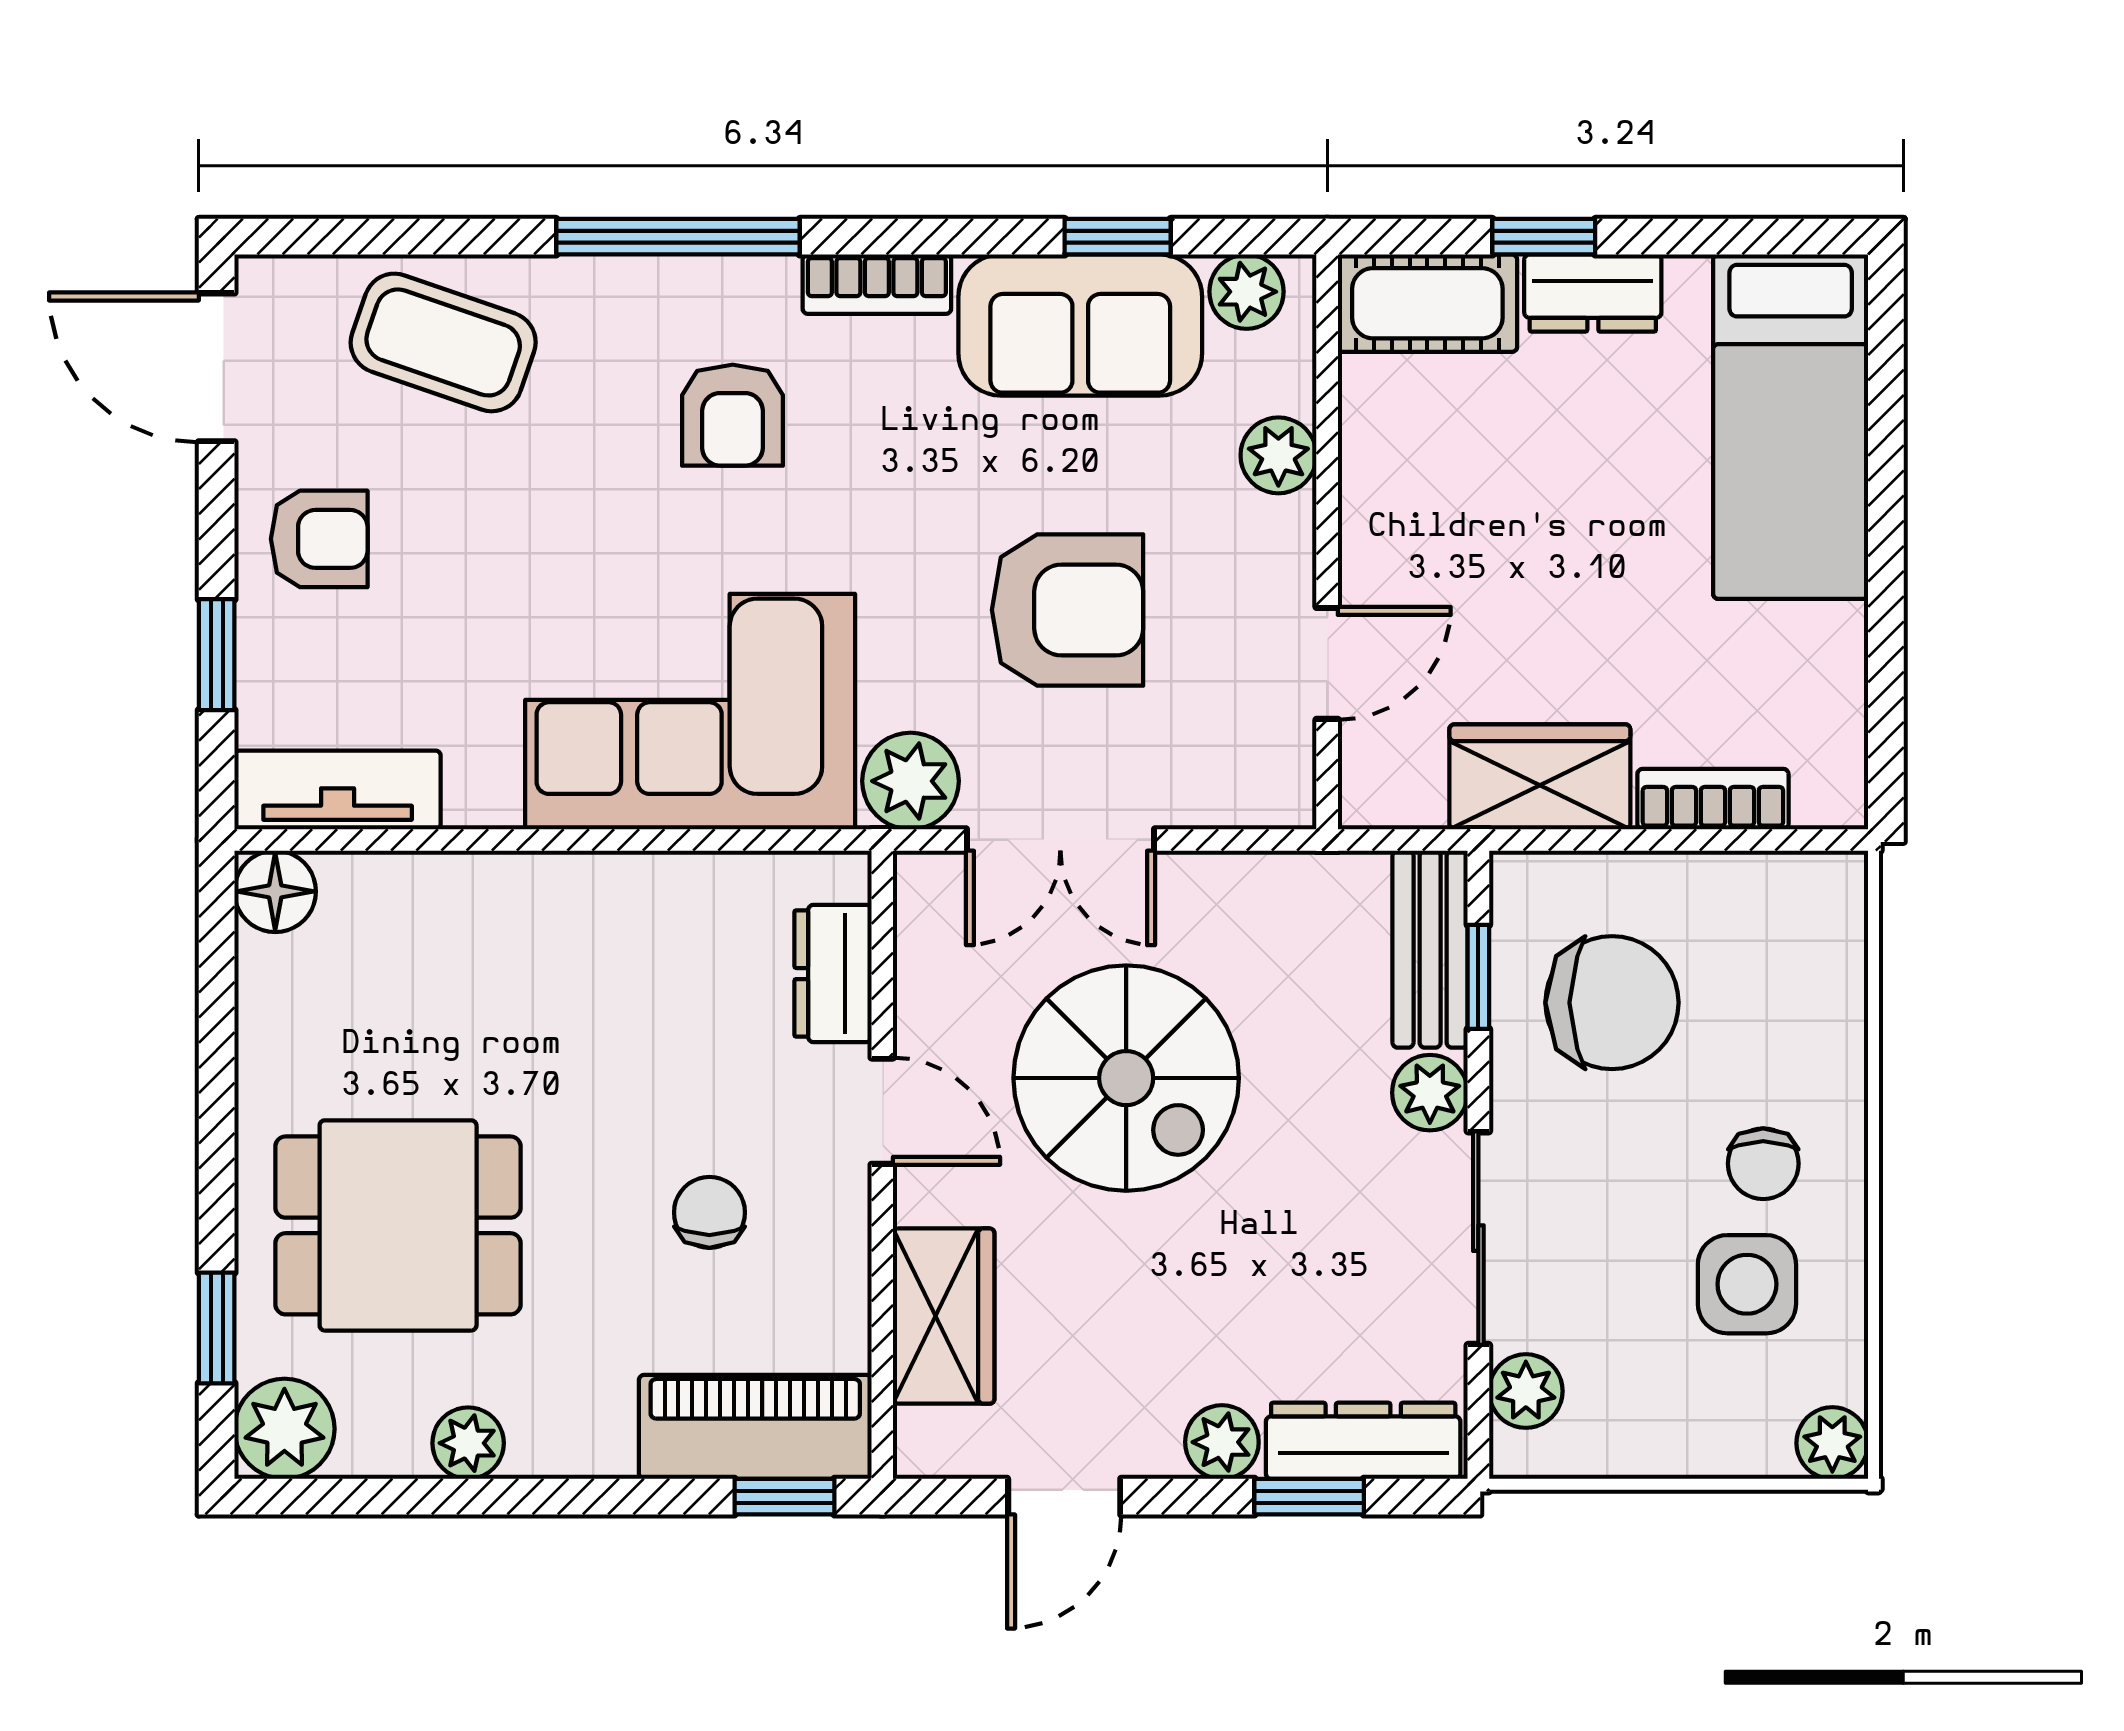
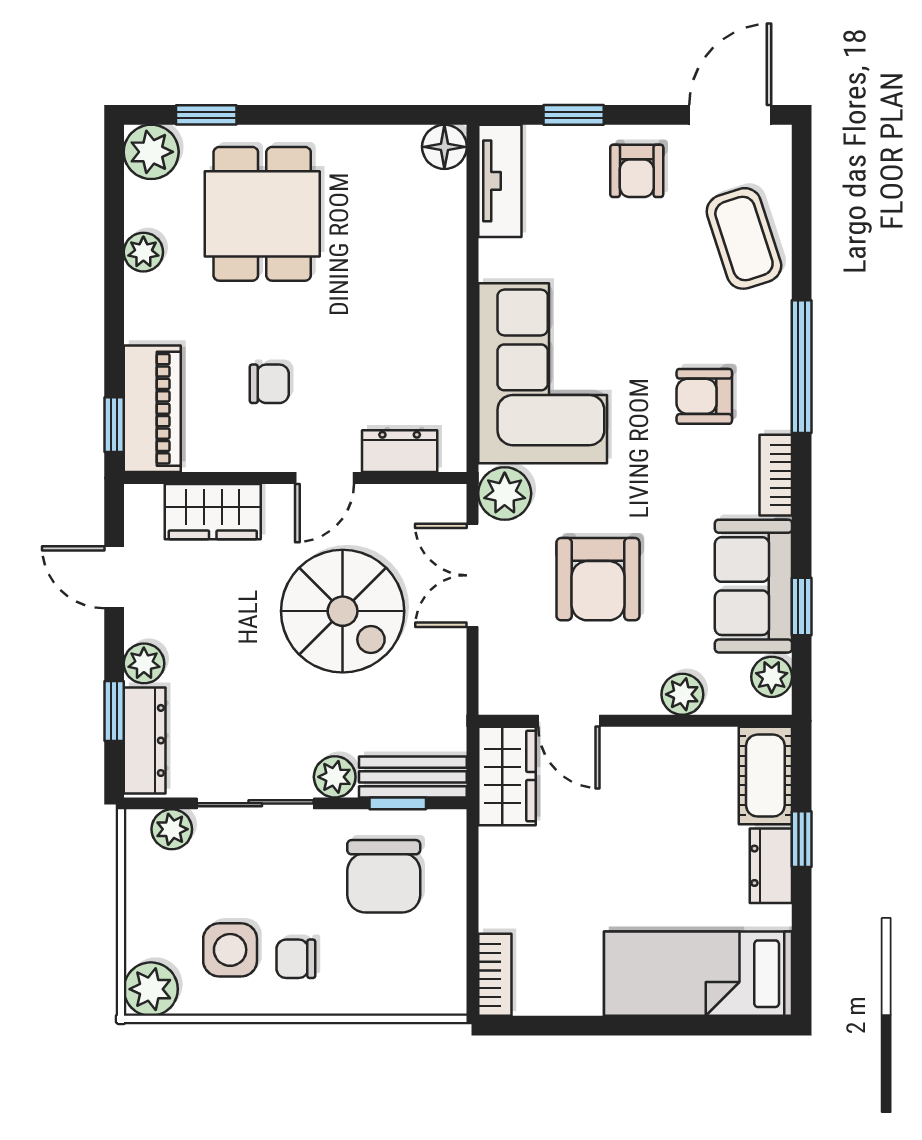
coffee table: (443, 342) -> (744, 238), turned -37
wardrobe: (1540, 777) -> (507, 776), moved
bookcase: (1713, 799) -> (495, 975), moved
spiral stairs: (1126, 1078) -> (343, 611), turned -90
plant: (1832, 1443) -> (151, 989), width x1.38, depth x1.38

